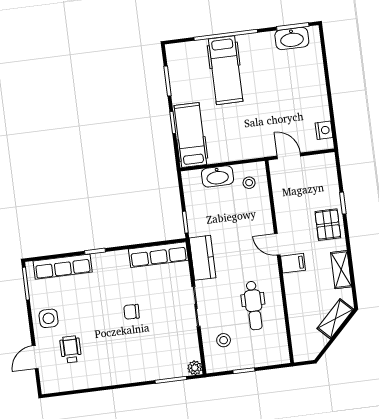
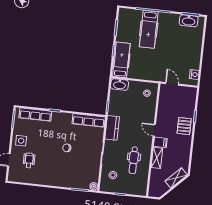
washbasin: (217, 176) -> (120, 85), moved
shelving: (341, 270) -> (157, 158), moved

